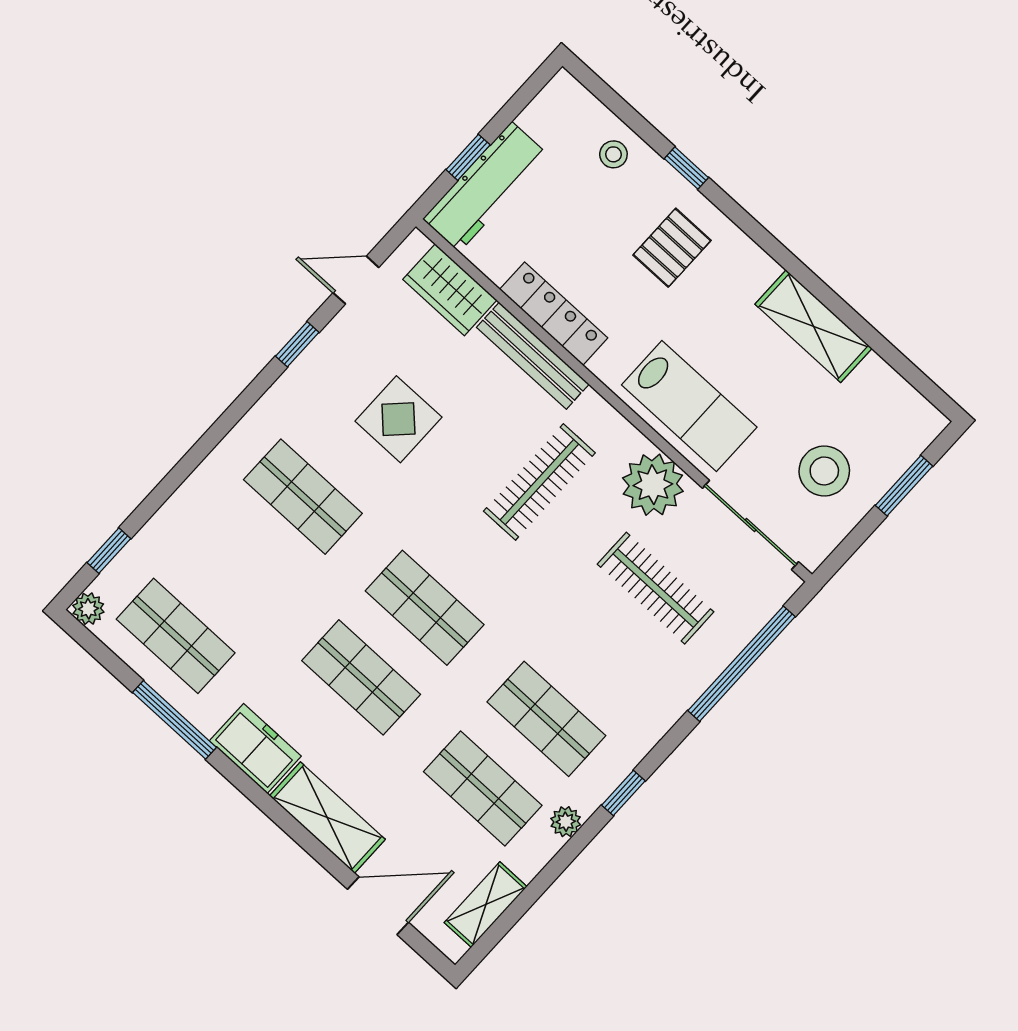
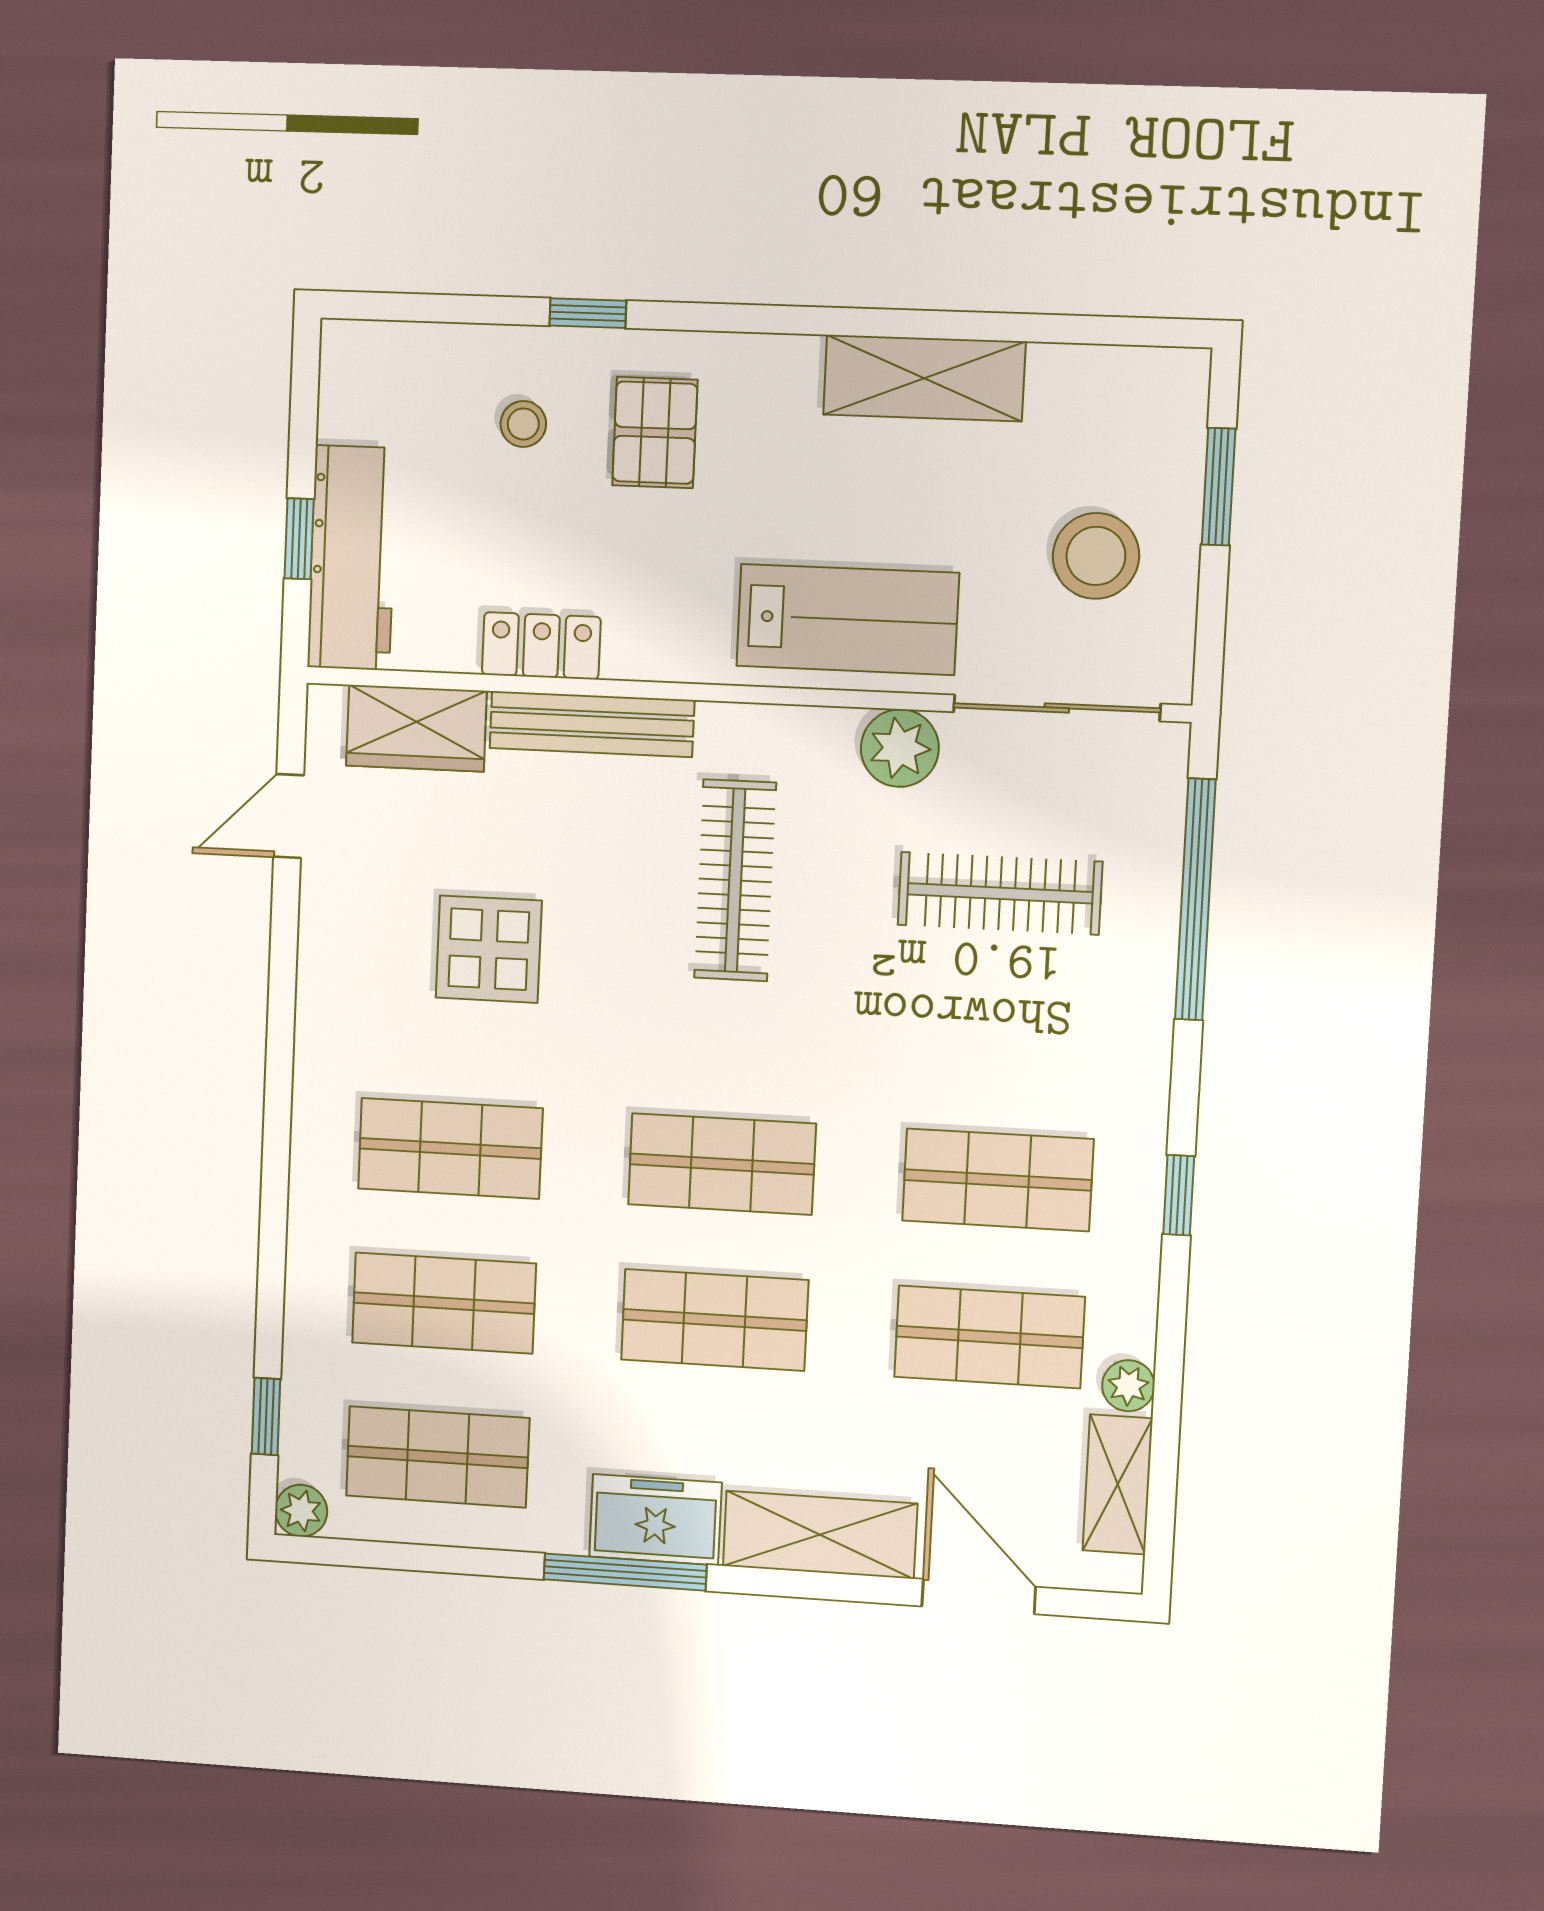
stool: (613, 154) -> (523, 424), moved
locker: (554, 314) -> (541, 646), width x0.66
window: (297, 344) -> (283, 960), removed
plant: (653, 485) -> (900, 748), width x0.73, depth x0.73
shop shelf: (239, 566) -> (444, 1303), added
window: (174, 720) -> (625, 1572), moved
plant: (566, 822) -> (1128, 1386), moved
door: (378, 906) -> (979, 1597), hinge flipped

